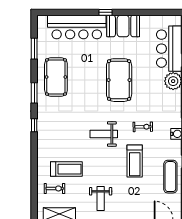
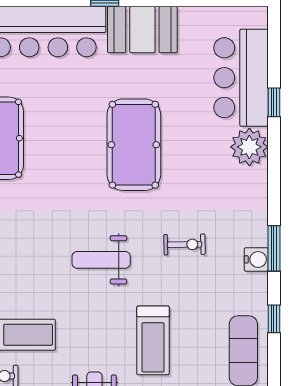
treadmill: (135, 161) -> (153, 340), moved

